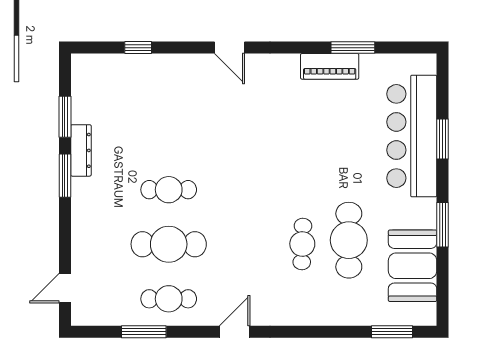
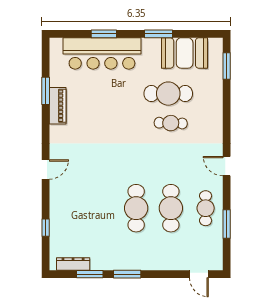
dresser: (81, 150) -> (73, 264), moved
cafe table: (169, 190) -> (136, 208), width x1.37, depth x1.35

